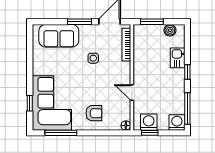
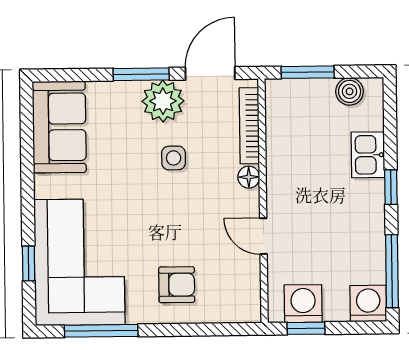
plant: (89, 33) -> (163, 101), added
sofa: (59, 36) -> (59, 127), moved, turned -90
floor lamp: (126, 126) -> (249, 177), moved

